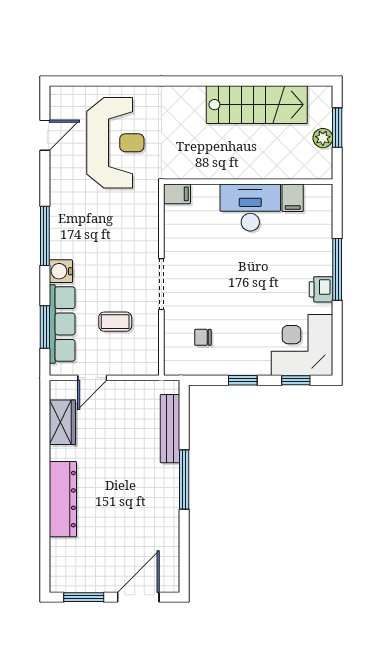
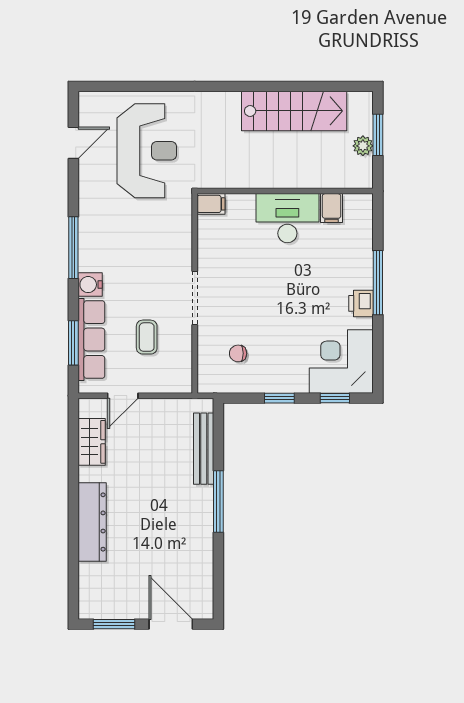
coffee table: (115, 322) -> (147, 337), turned 90
door: (138, 597) -> (171, 624), hinge flipped

